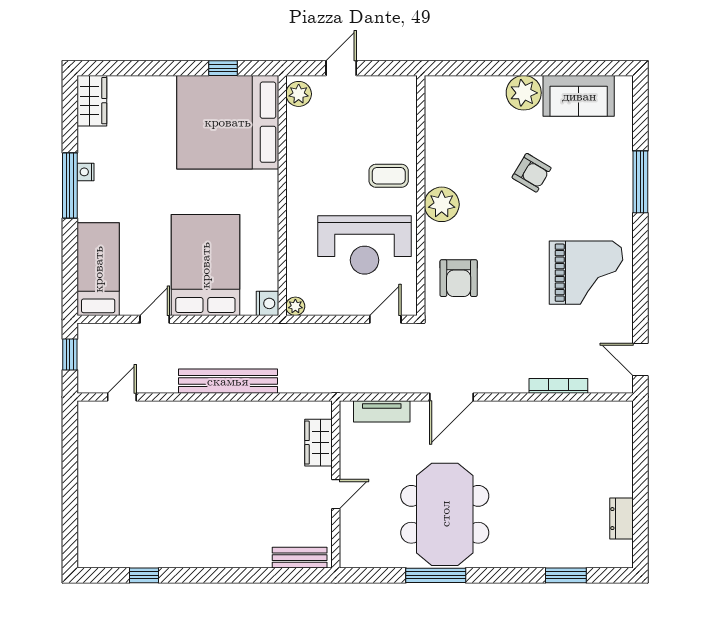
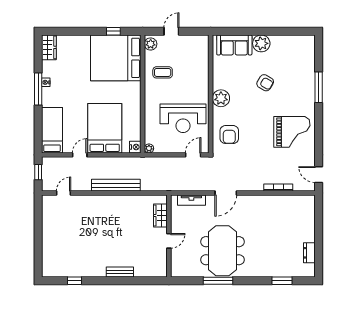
sofa: (579, 96) -> (234, 45), moved
coffee table: (389, 176) -> (163, 72), moved
bench: (300, 558) -> (120, 272), moved

